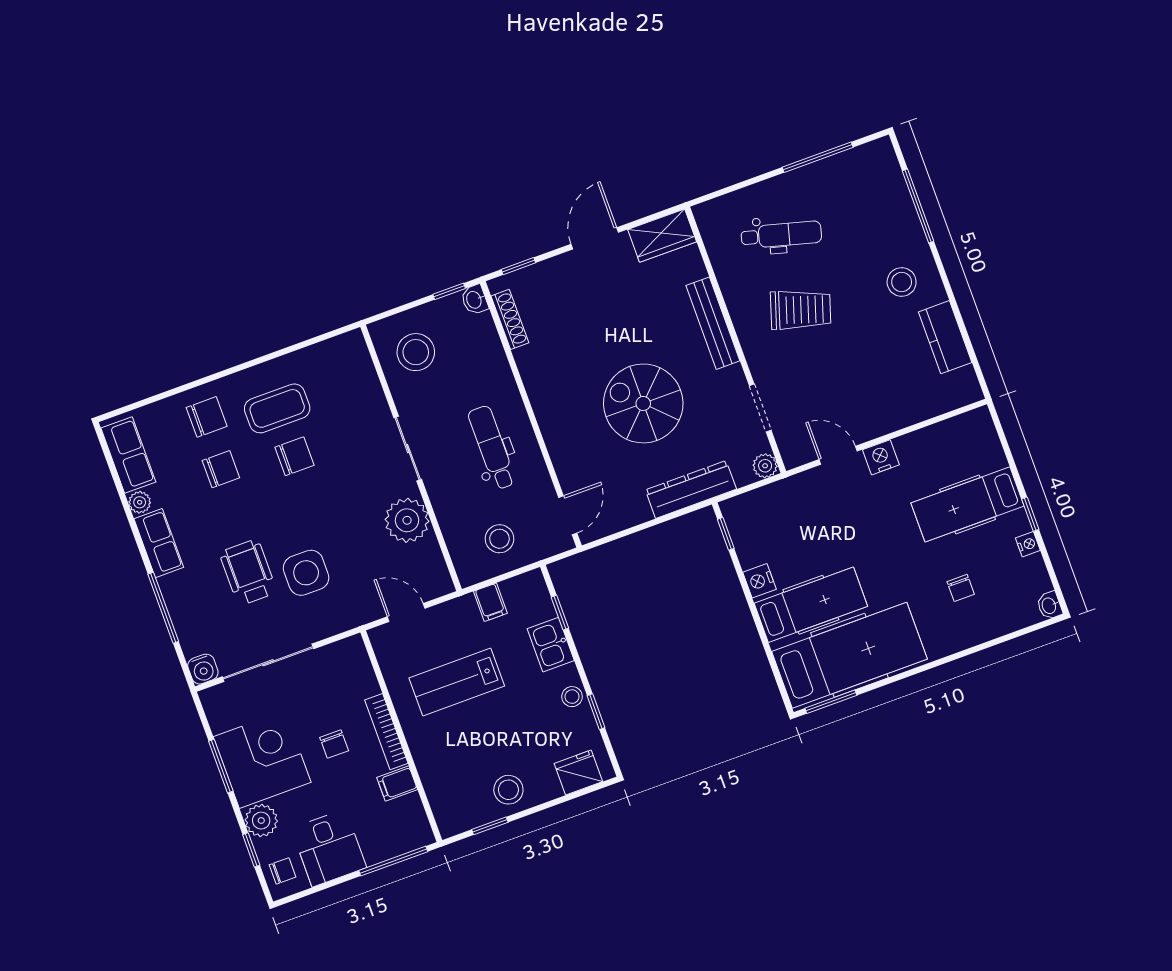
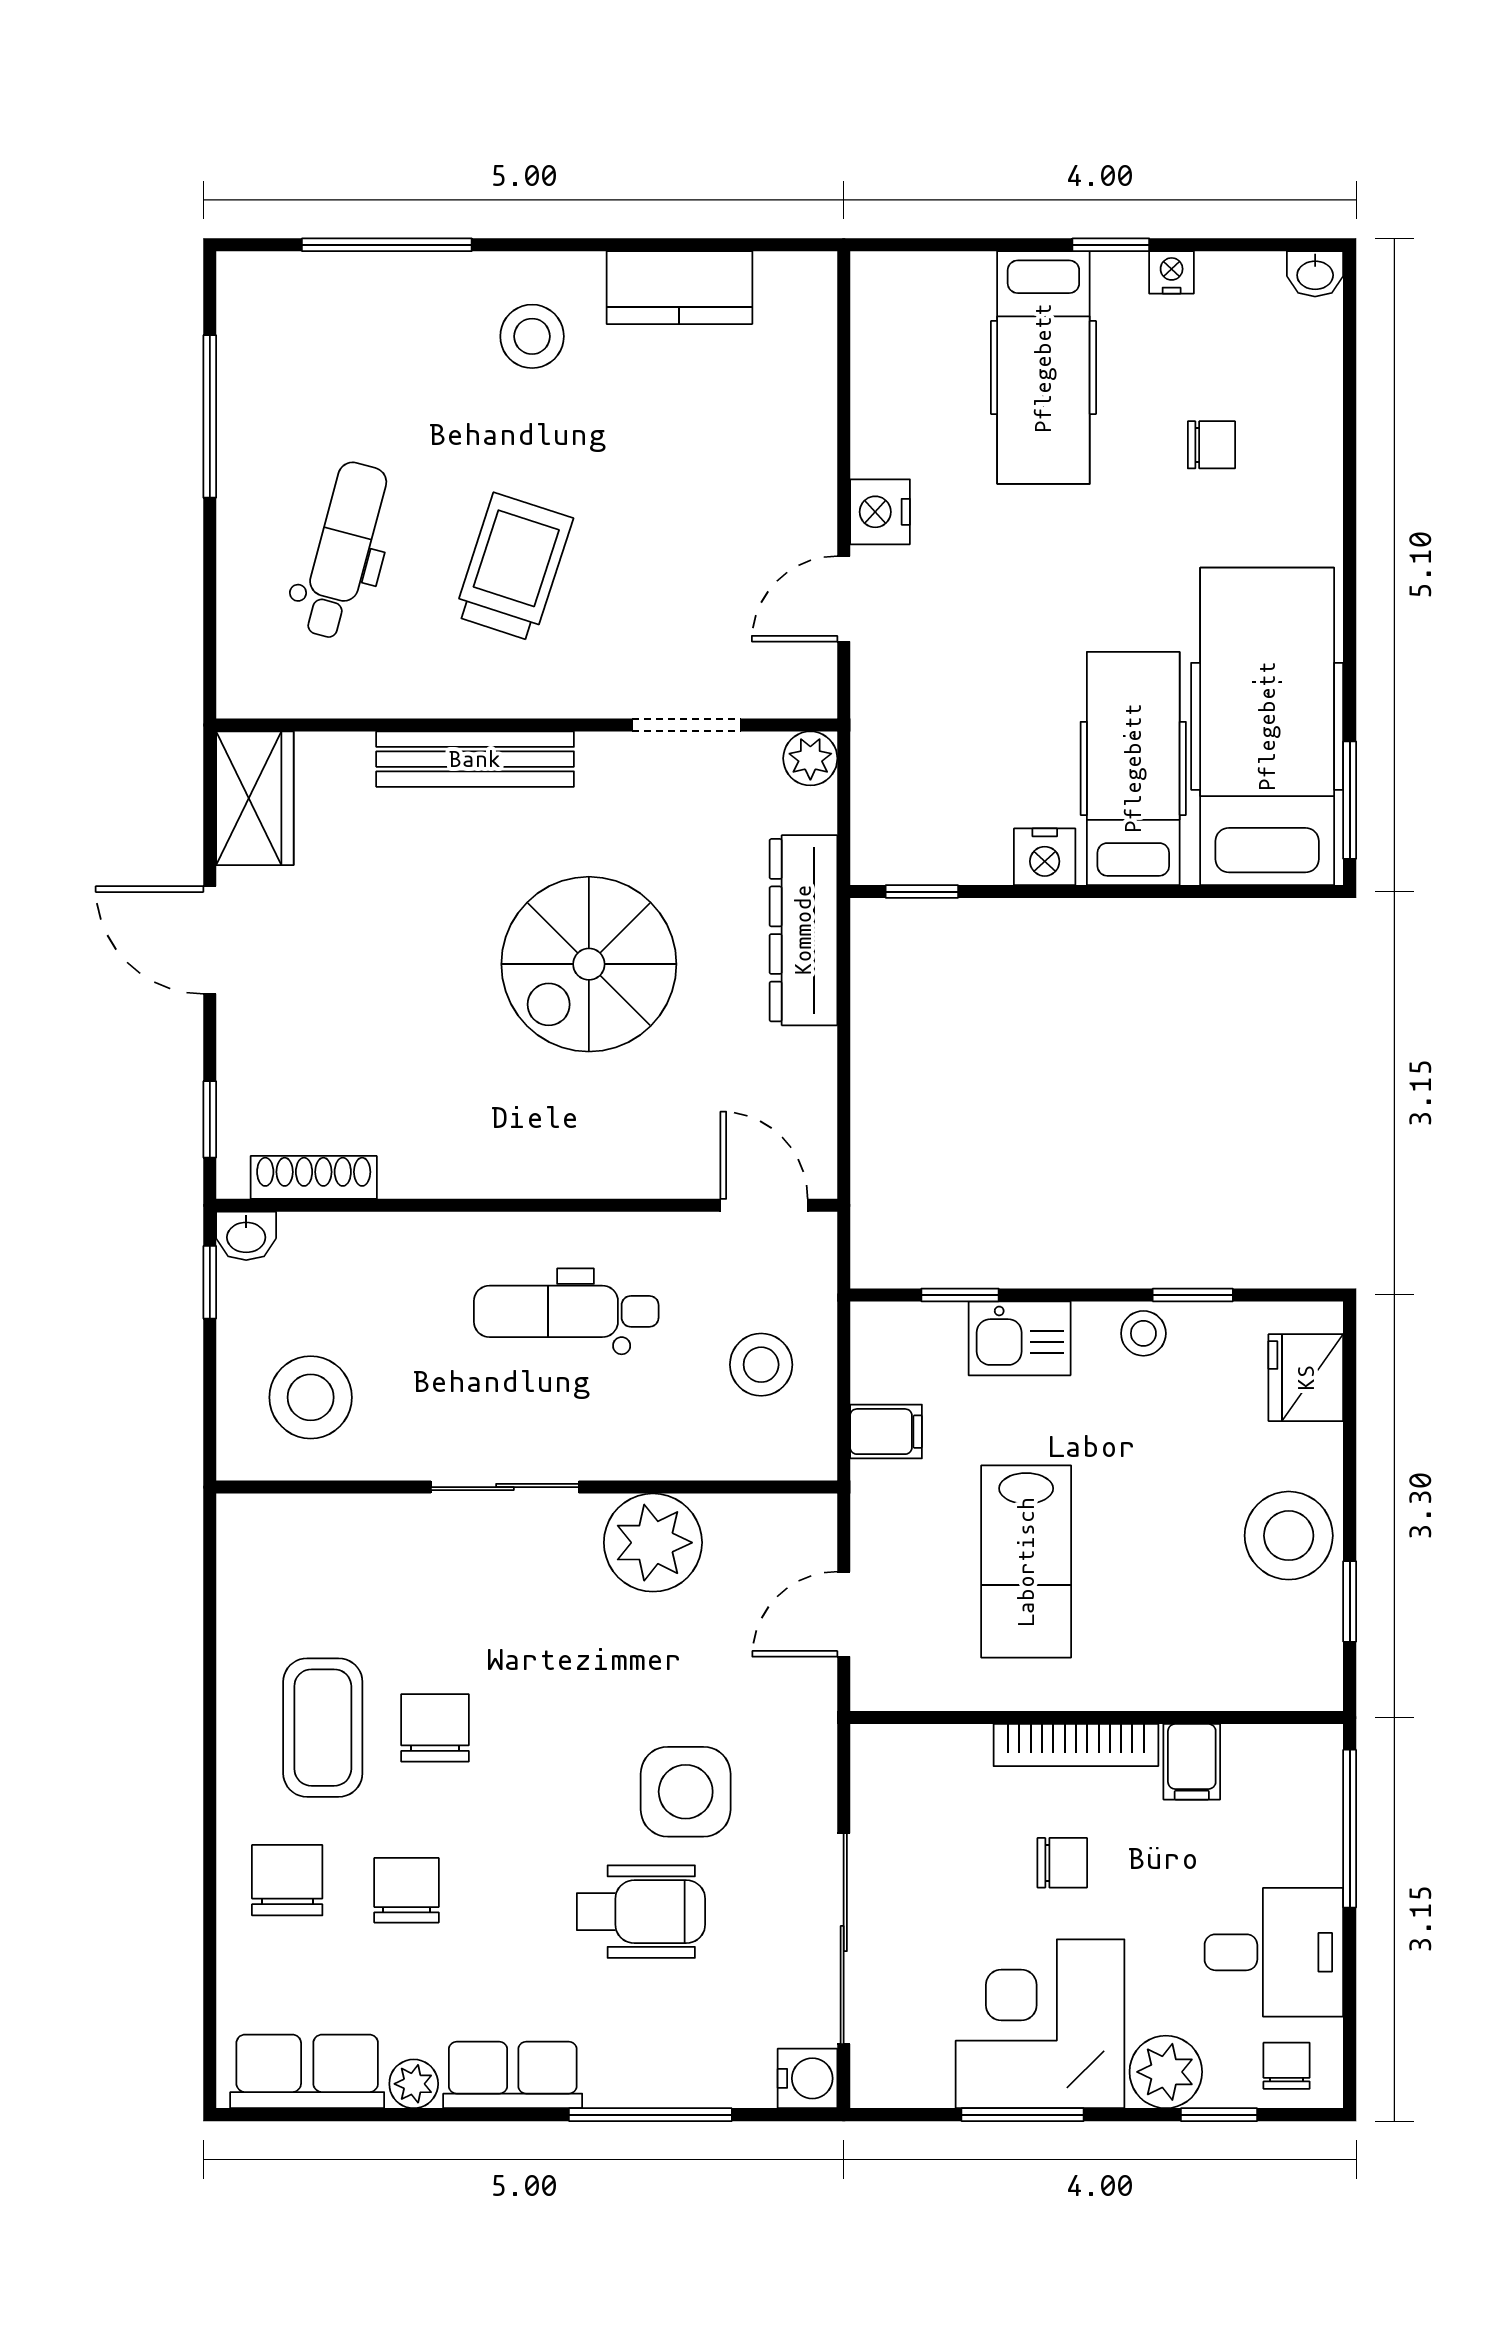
wheelchair: (248, 572) -> (641, 1912), turned 180
stool: (508, 790) -> (1289, 1536), width x1.38, depth x1.38

